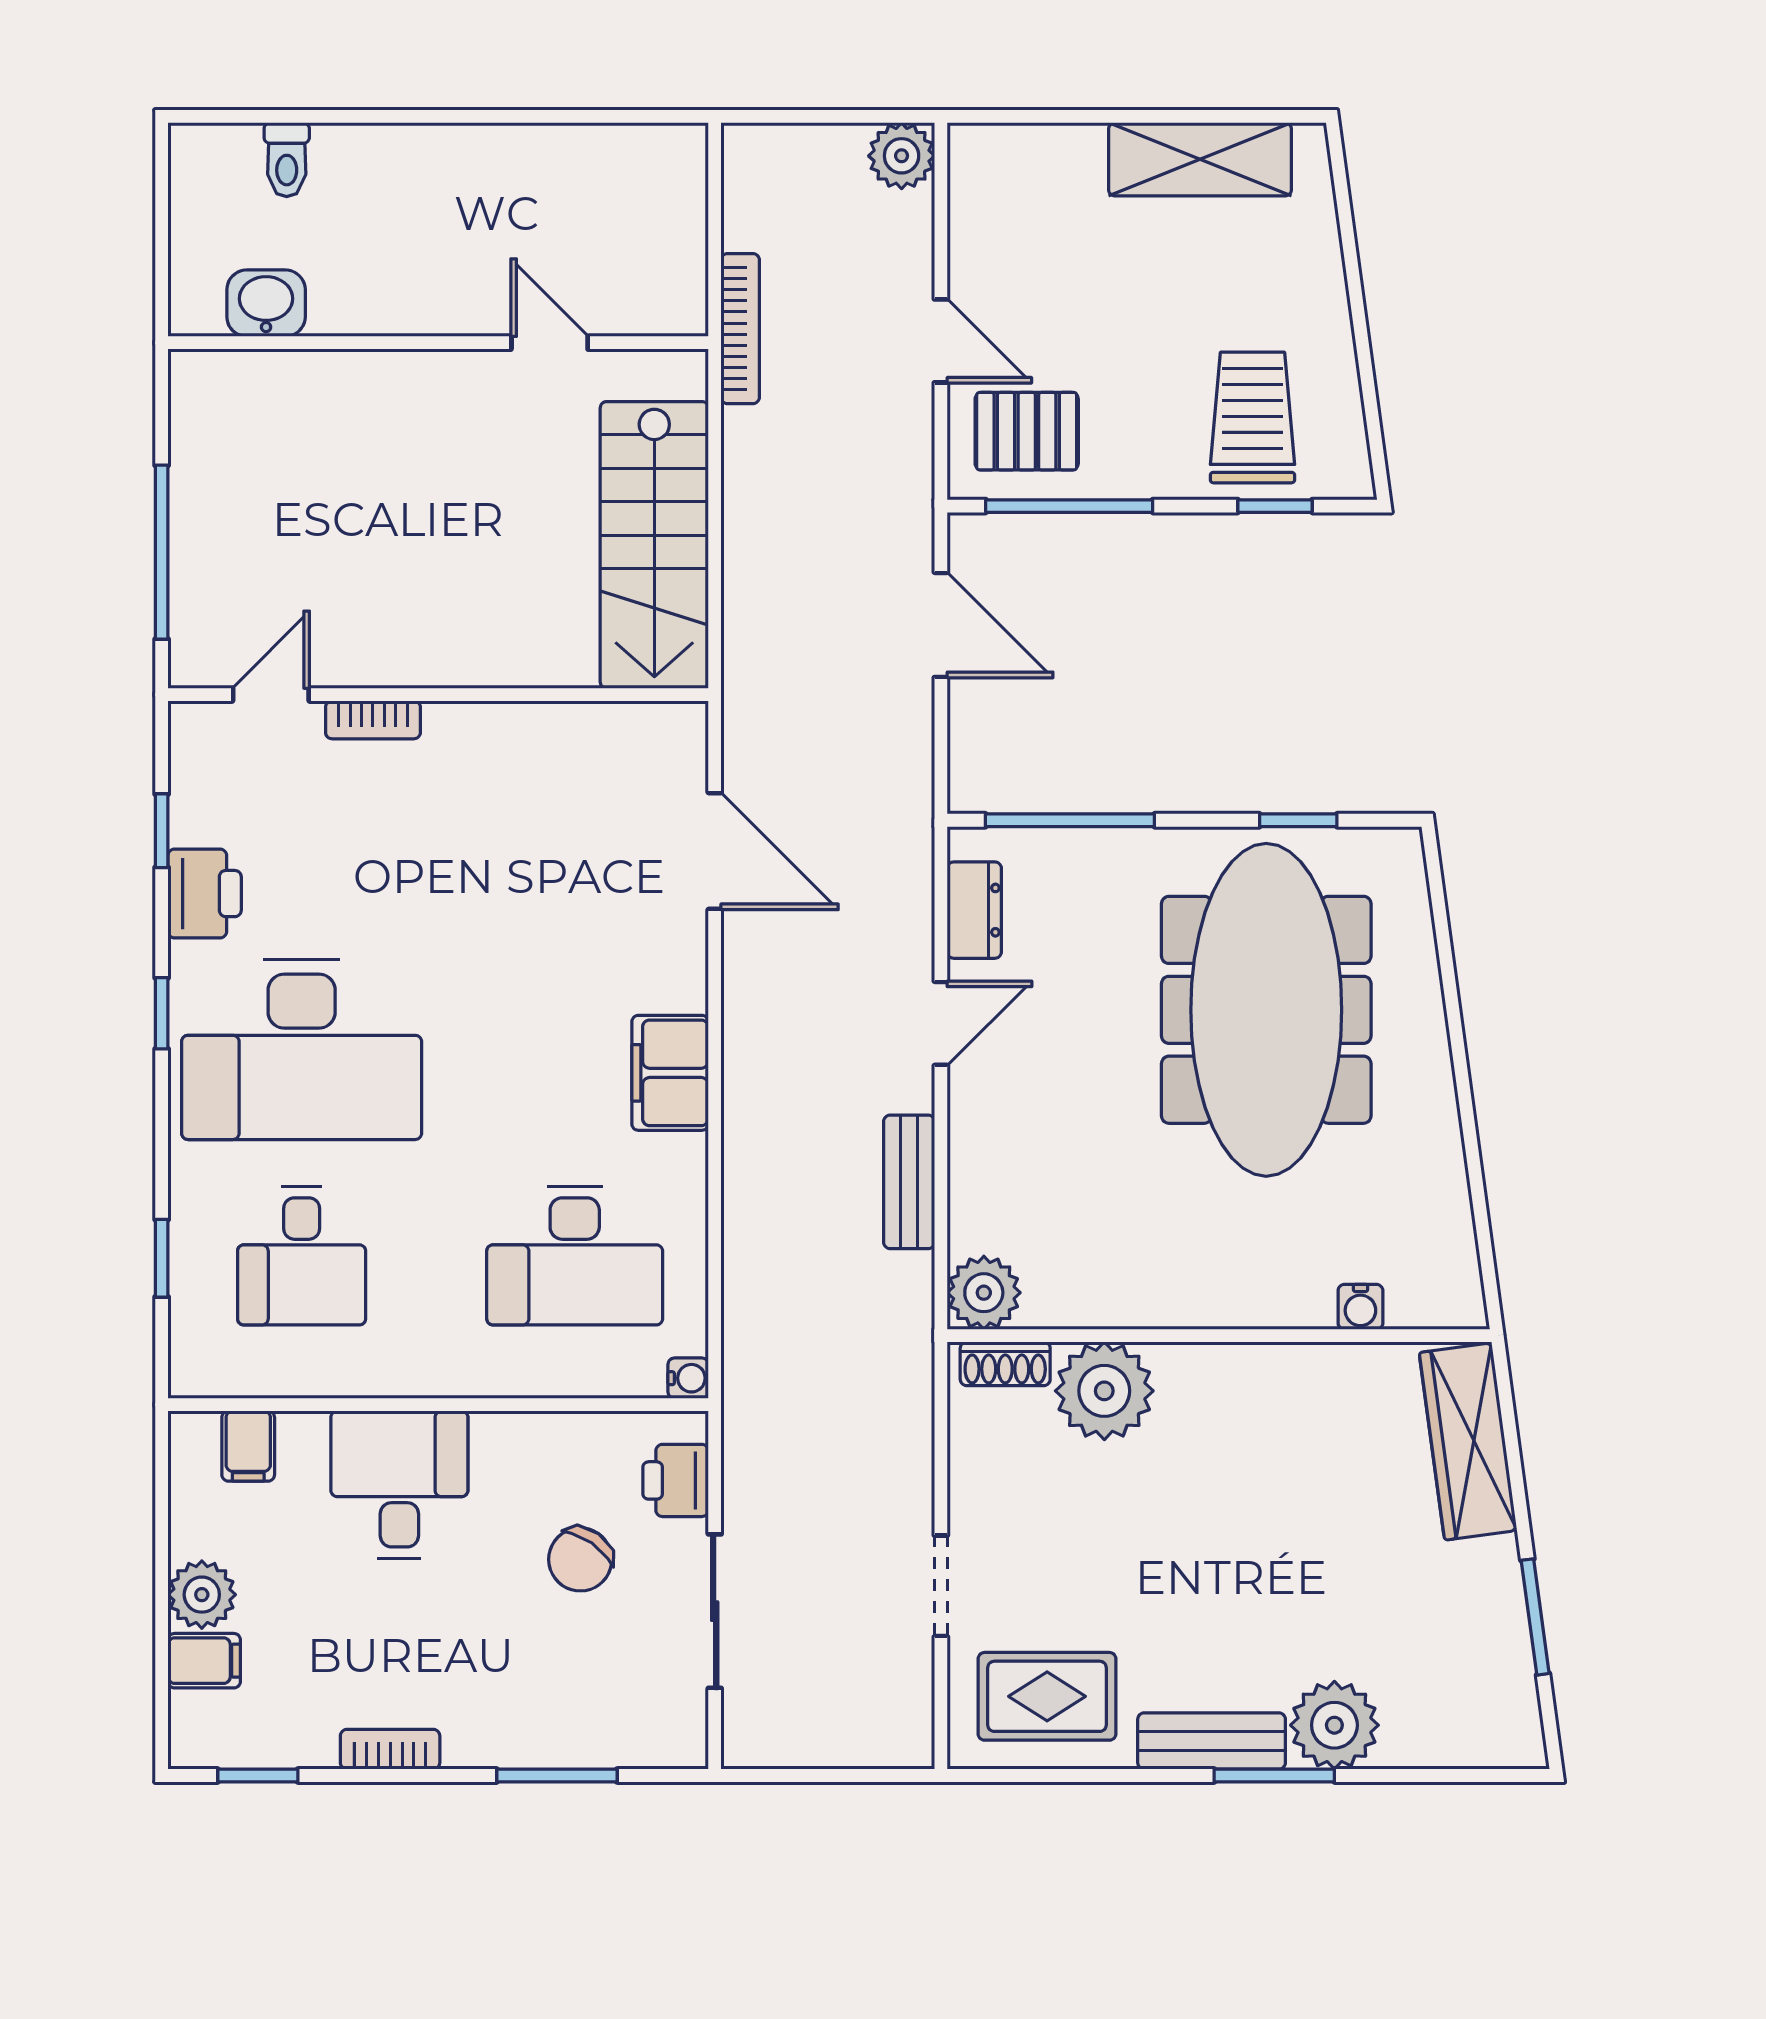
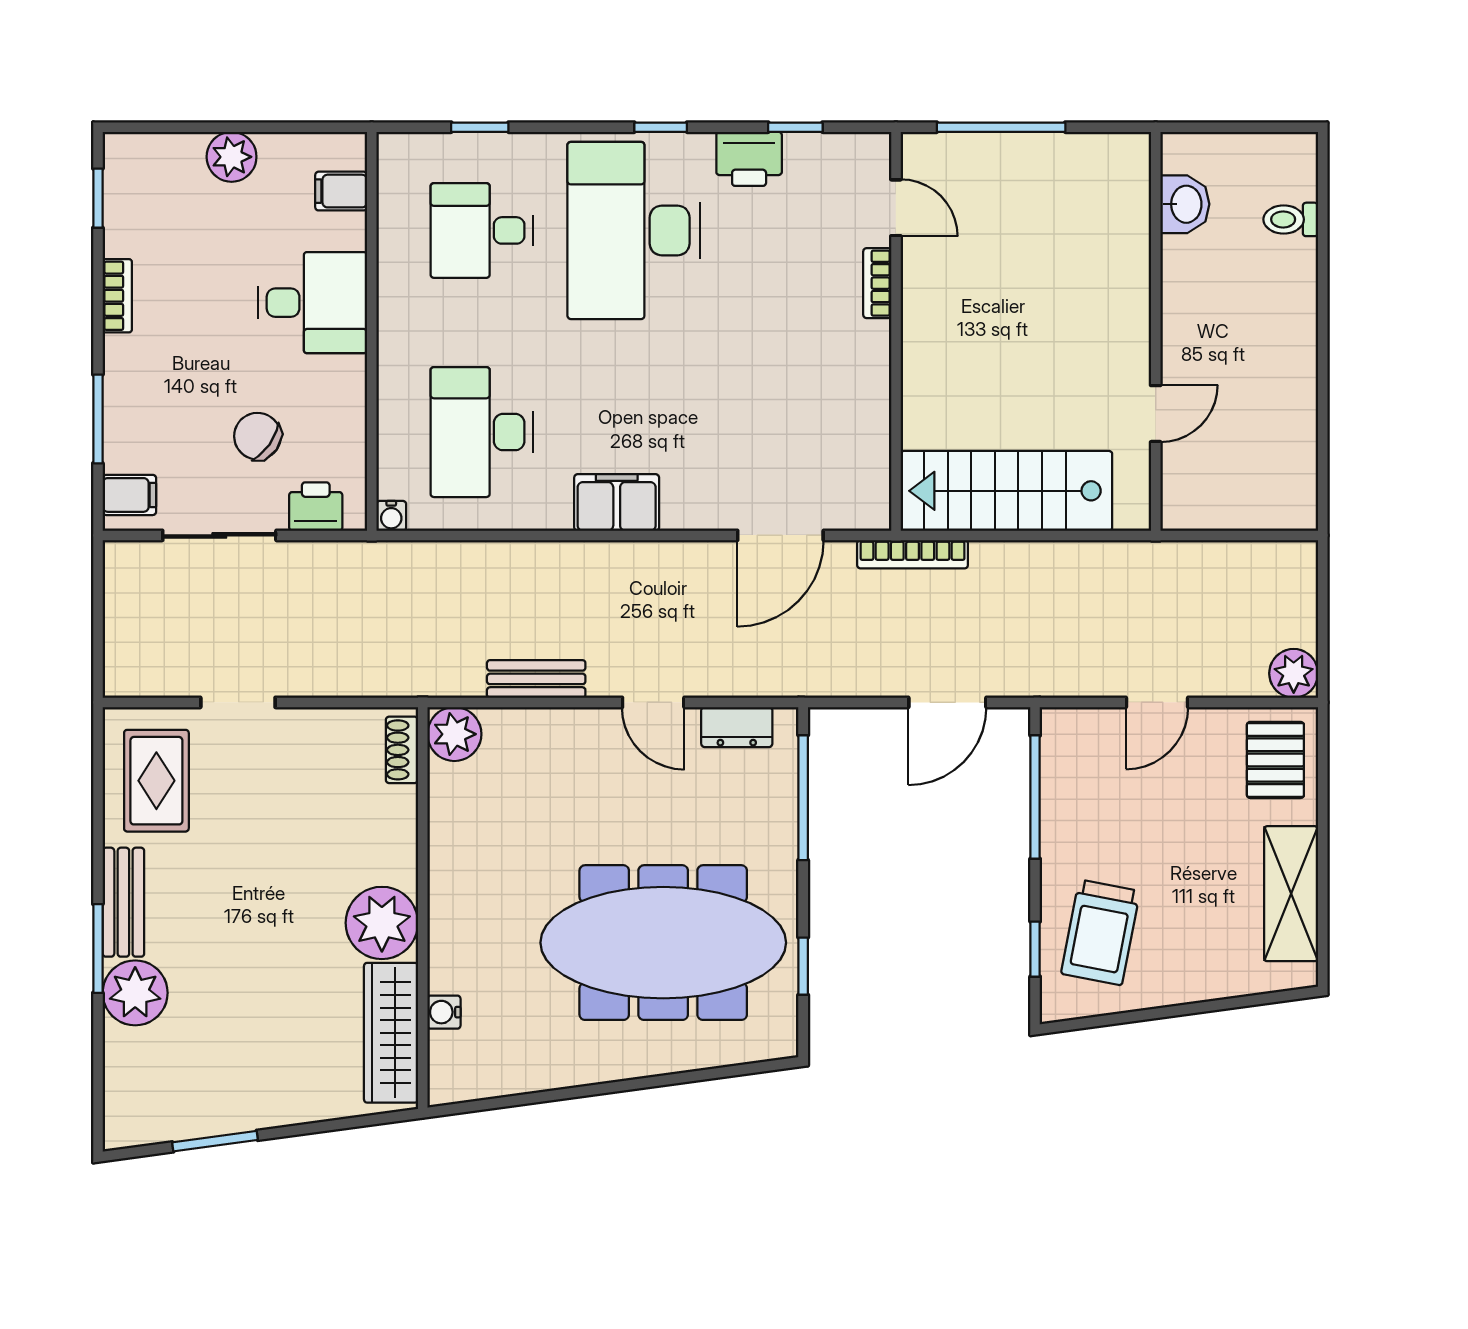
bookcase: (740, 329) -> (913, 554), moved
trolley: (1252, 417) -> (1100, 932), turned 101
pallet: (1027, 431) -> (1275, 760), moved
plant: (1104, 1391) -> (382, 923), moved
wardrobe: (1468, 1441) -> (391, 1033), moved, turned -82
filing cabinet: (204, 1661) -> (129, 495), moved, turned -90

